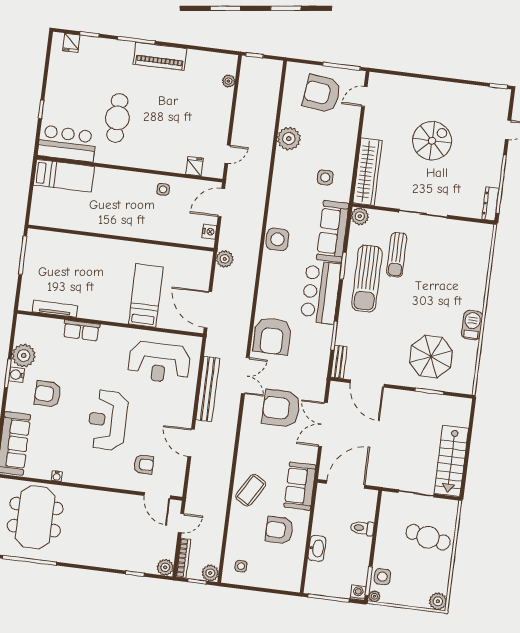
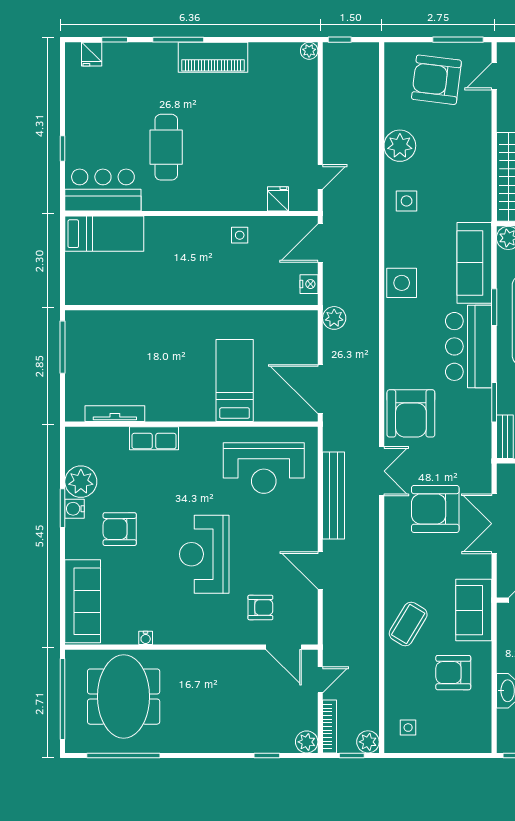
plant: (229, 81) -> (309, 51), moved
side table: (325, 177) -> (407, 201), moved

